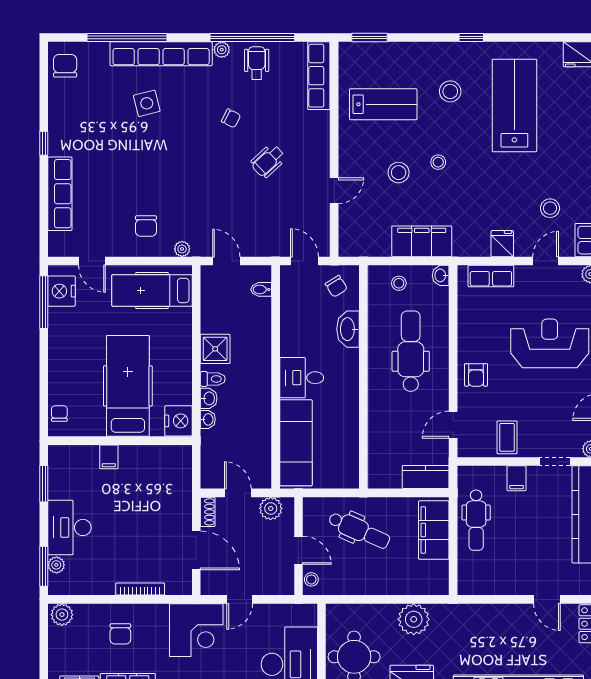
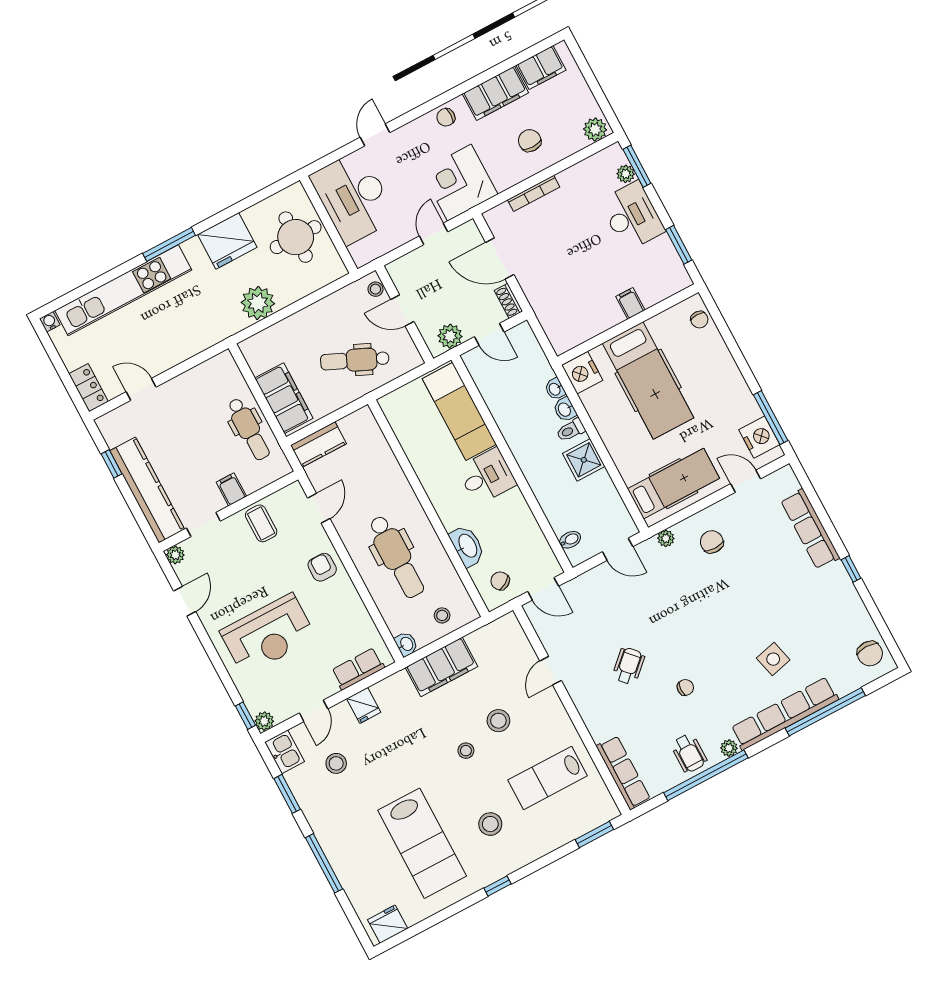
chair: (231, 118) -> (685, 687), turned 153
dental chair: (476, 520) -> (249, 429), turned 180

